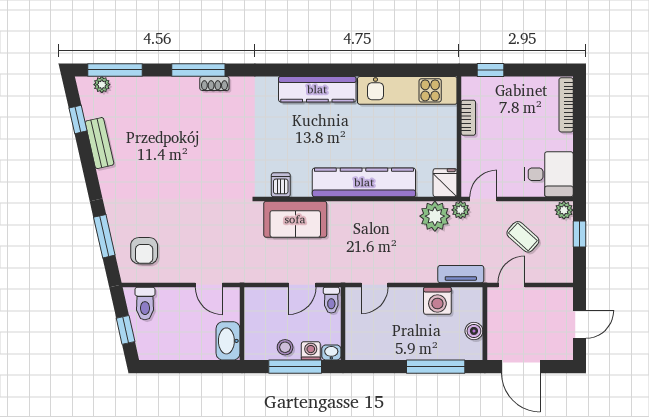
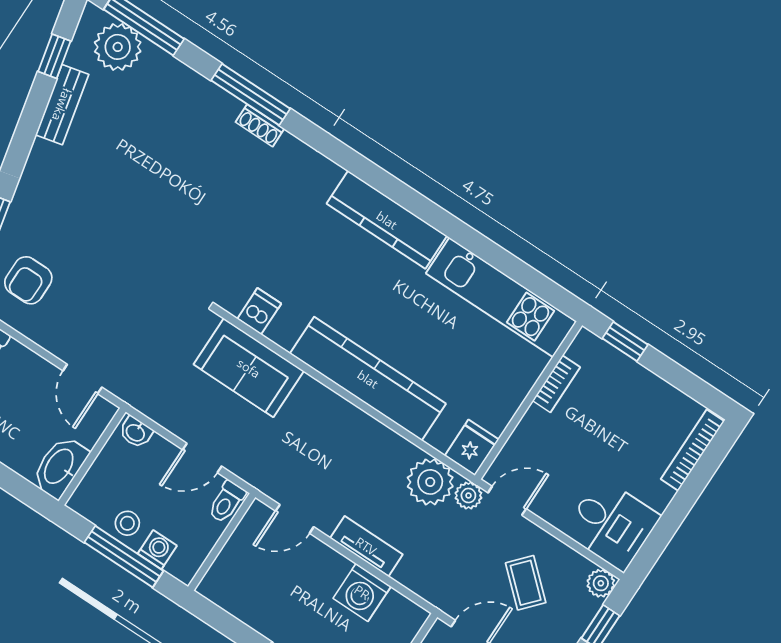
plant: (102, 85) -> (118, 47), width x1.88, depth x1.88
tv unit: (461, 274) -> (366, 546), moved
washbasin: (331, 352) -> (136, 432), moved, turned 180

